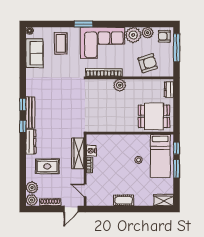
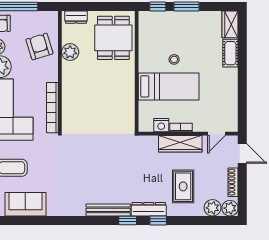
plant: (120, 85) -> (70, 52), moved
window: (23, 105) -> (158, 220), moved
wardrobe: (78, 153) -> (180, 144), moved
bed: (160, 156) -> (169, 86), moved
cot: (124, 200) -> (230, 53), moved

